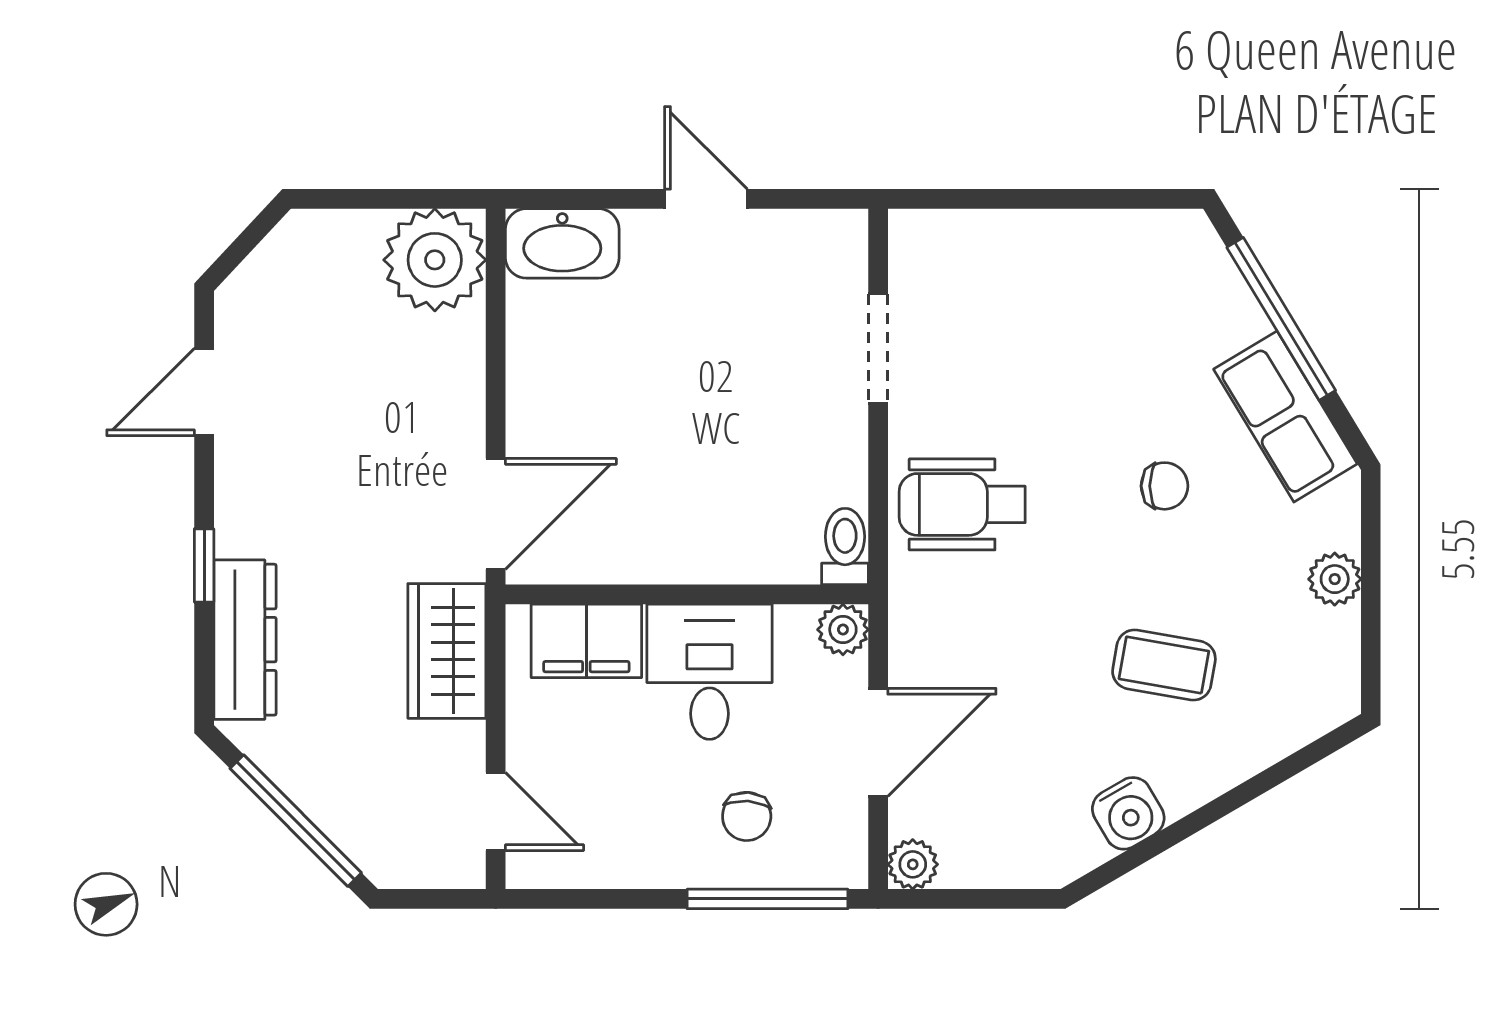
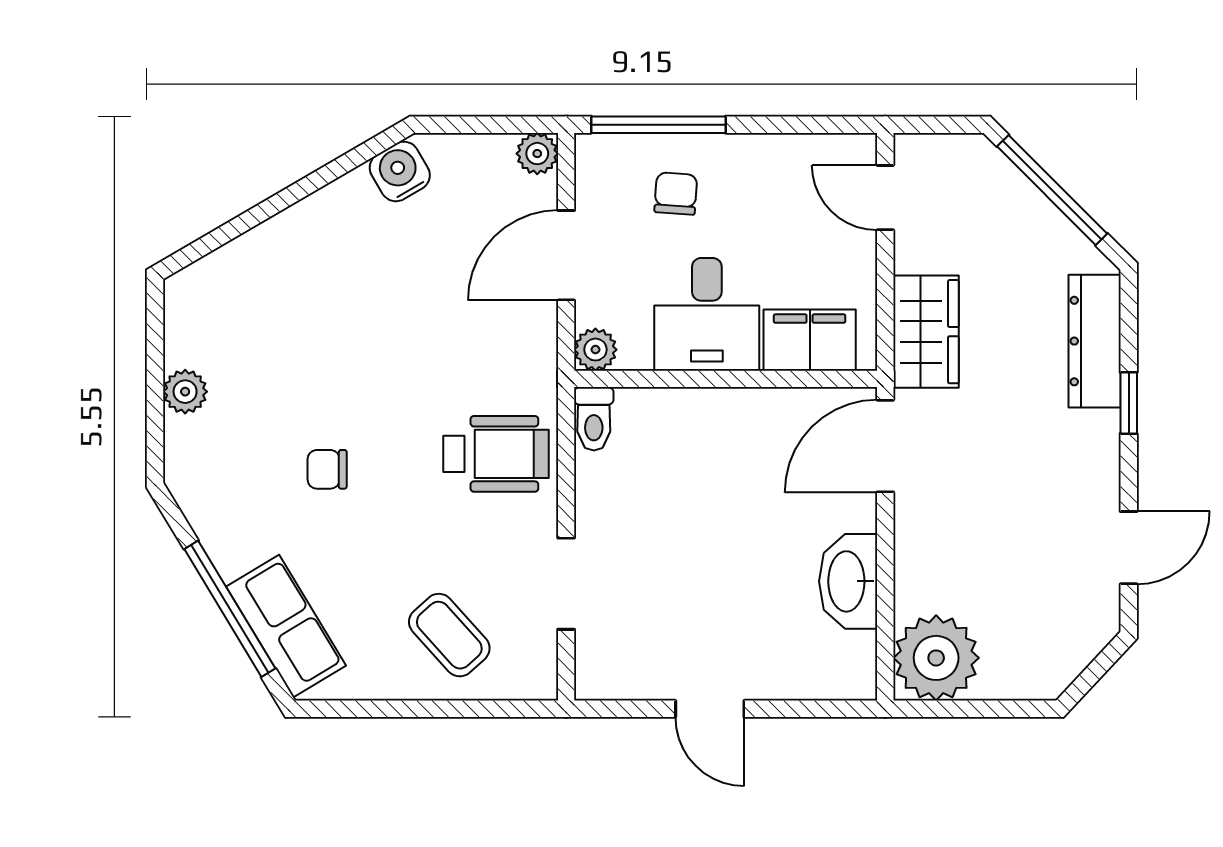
washbasin: (562, 243) -> (848, 581), moved, turned -90
row of seats: (1285, 417) -> (286, 626), moved
coffee table: (1164, 665) -> (449, 635), moved, turned 38
water cooler: (1128, 813) -> (400, 171), moved

